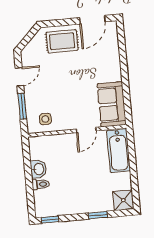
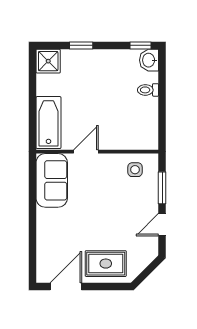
washbasin: (38, 169) -> (149, 60), moved

